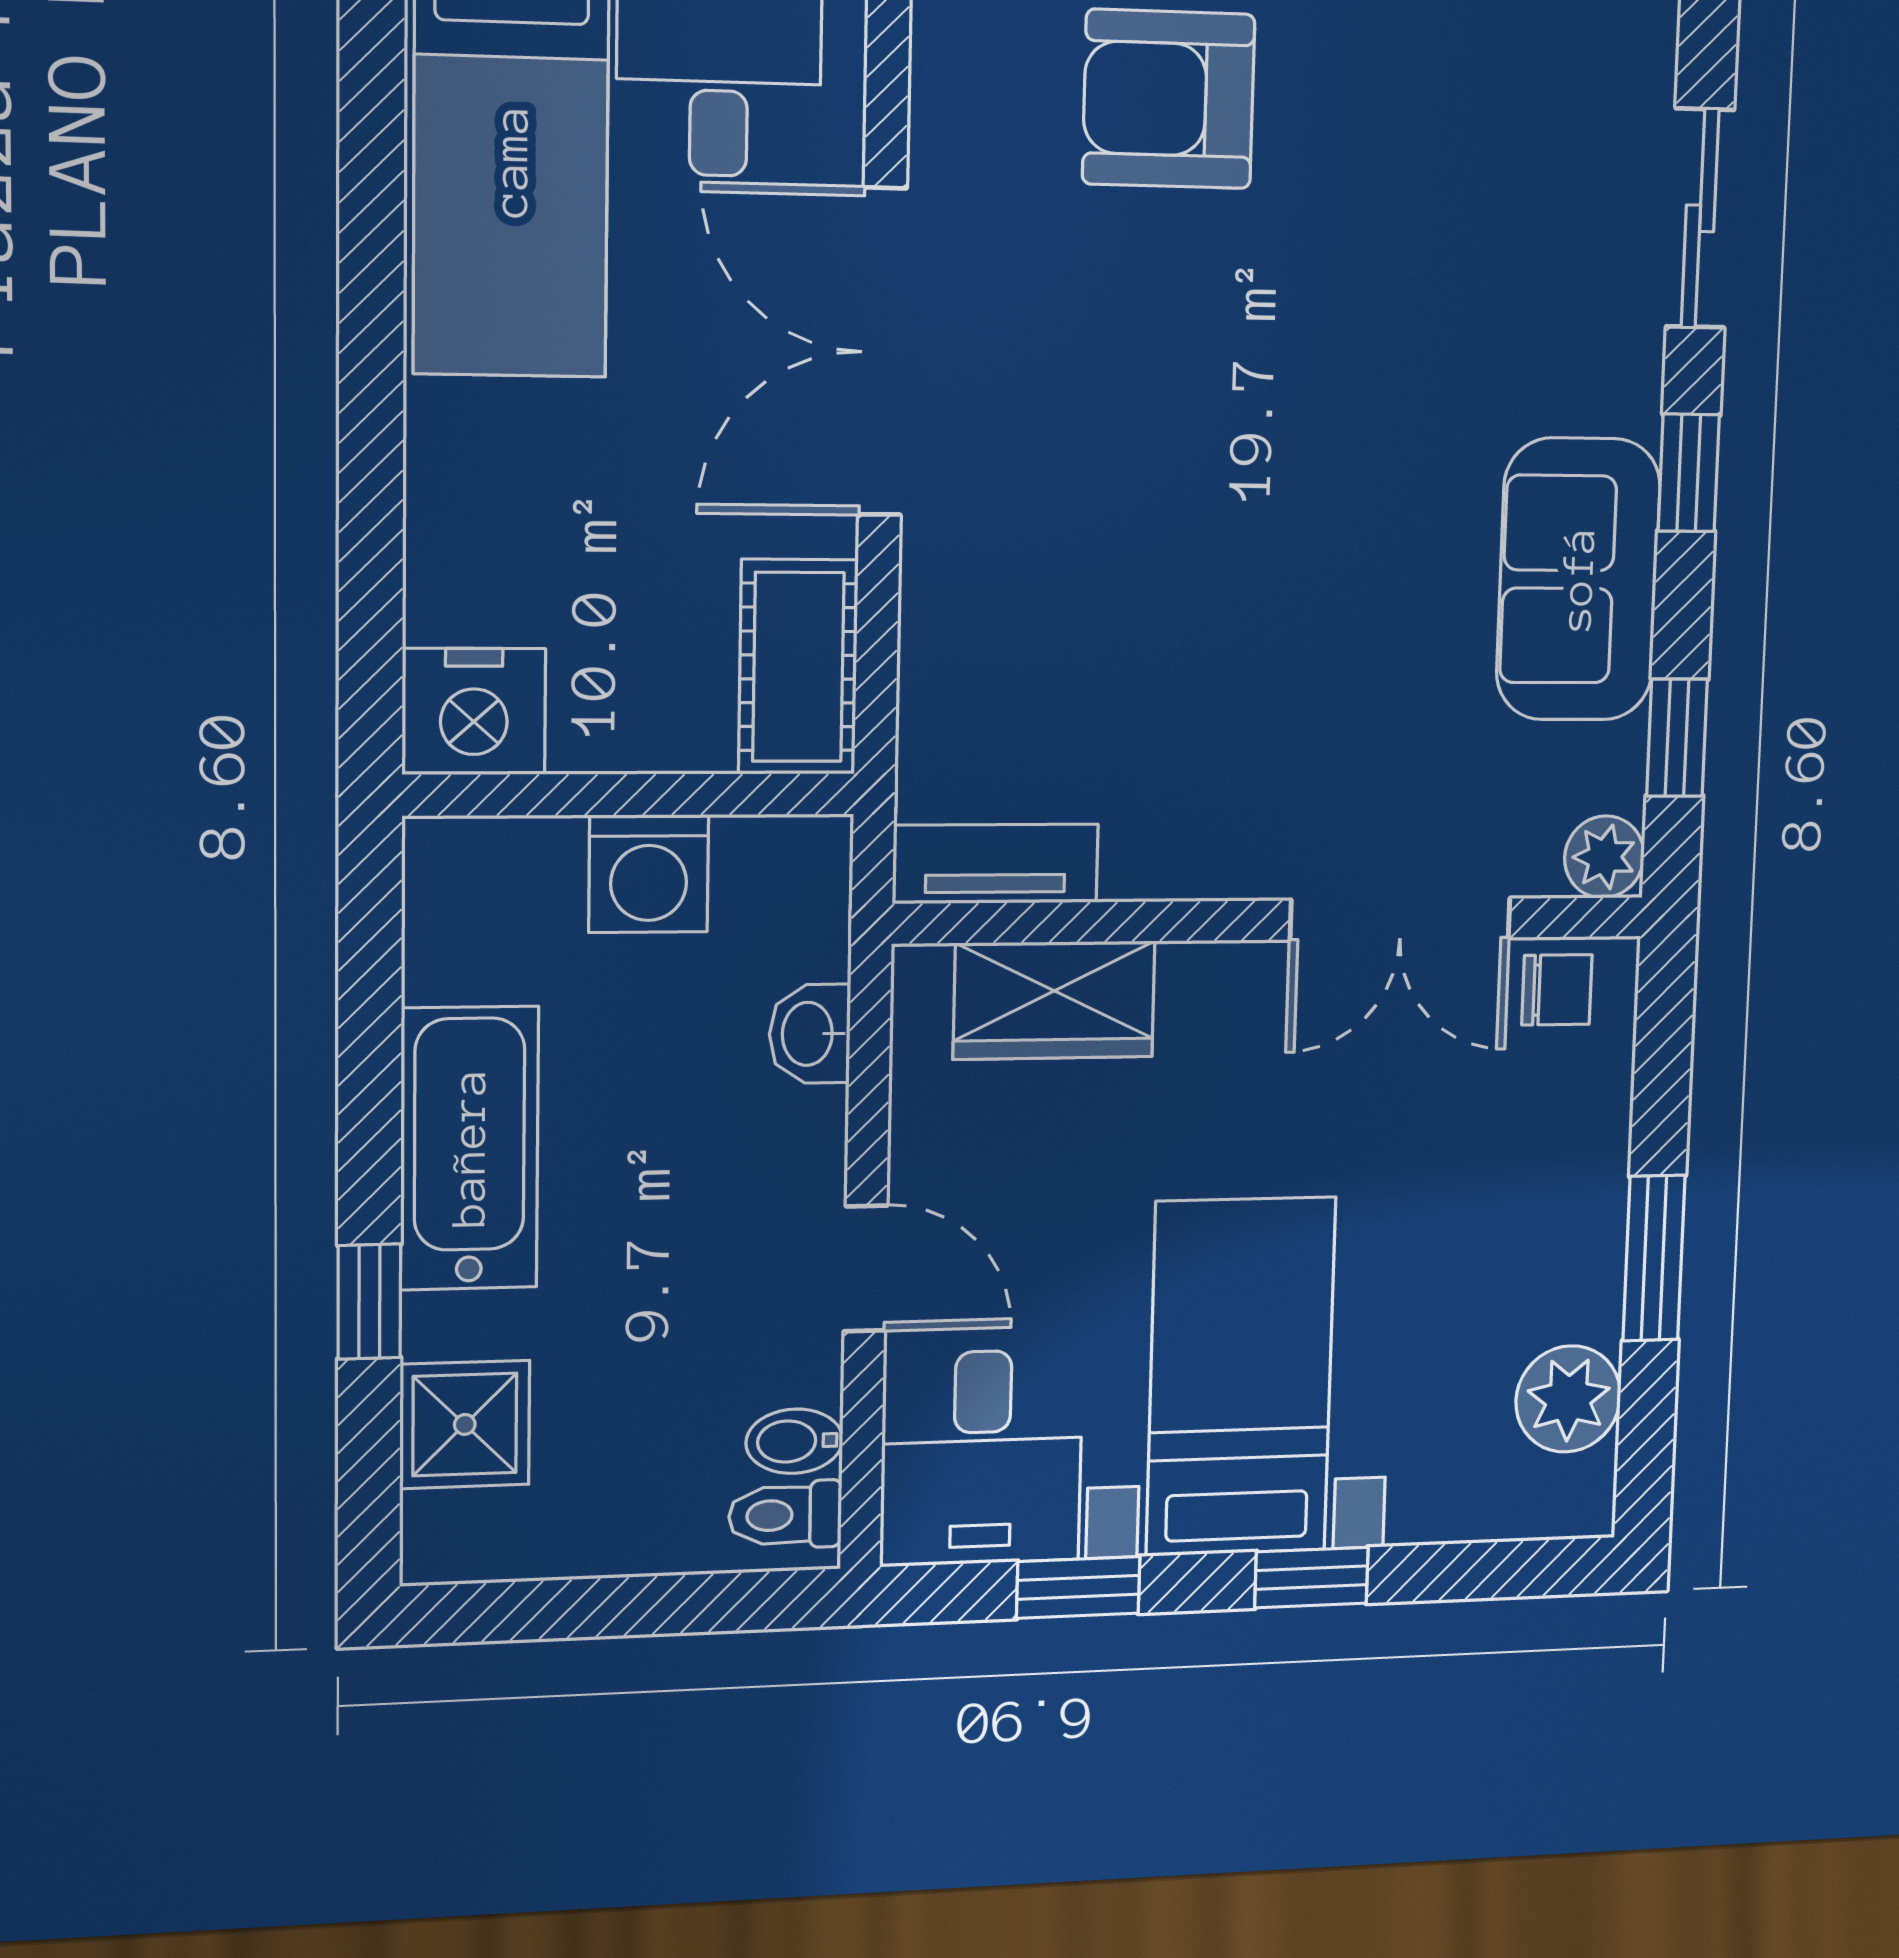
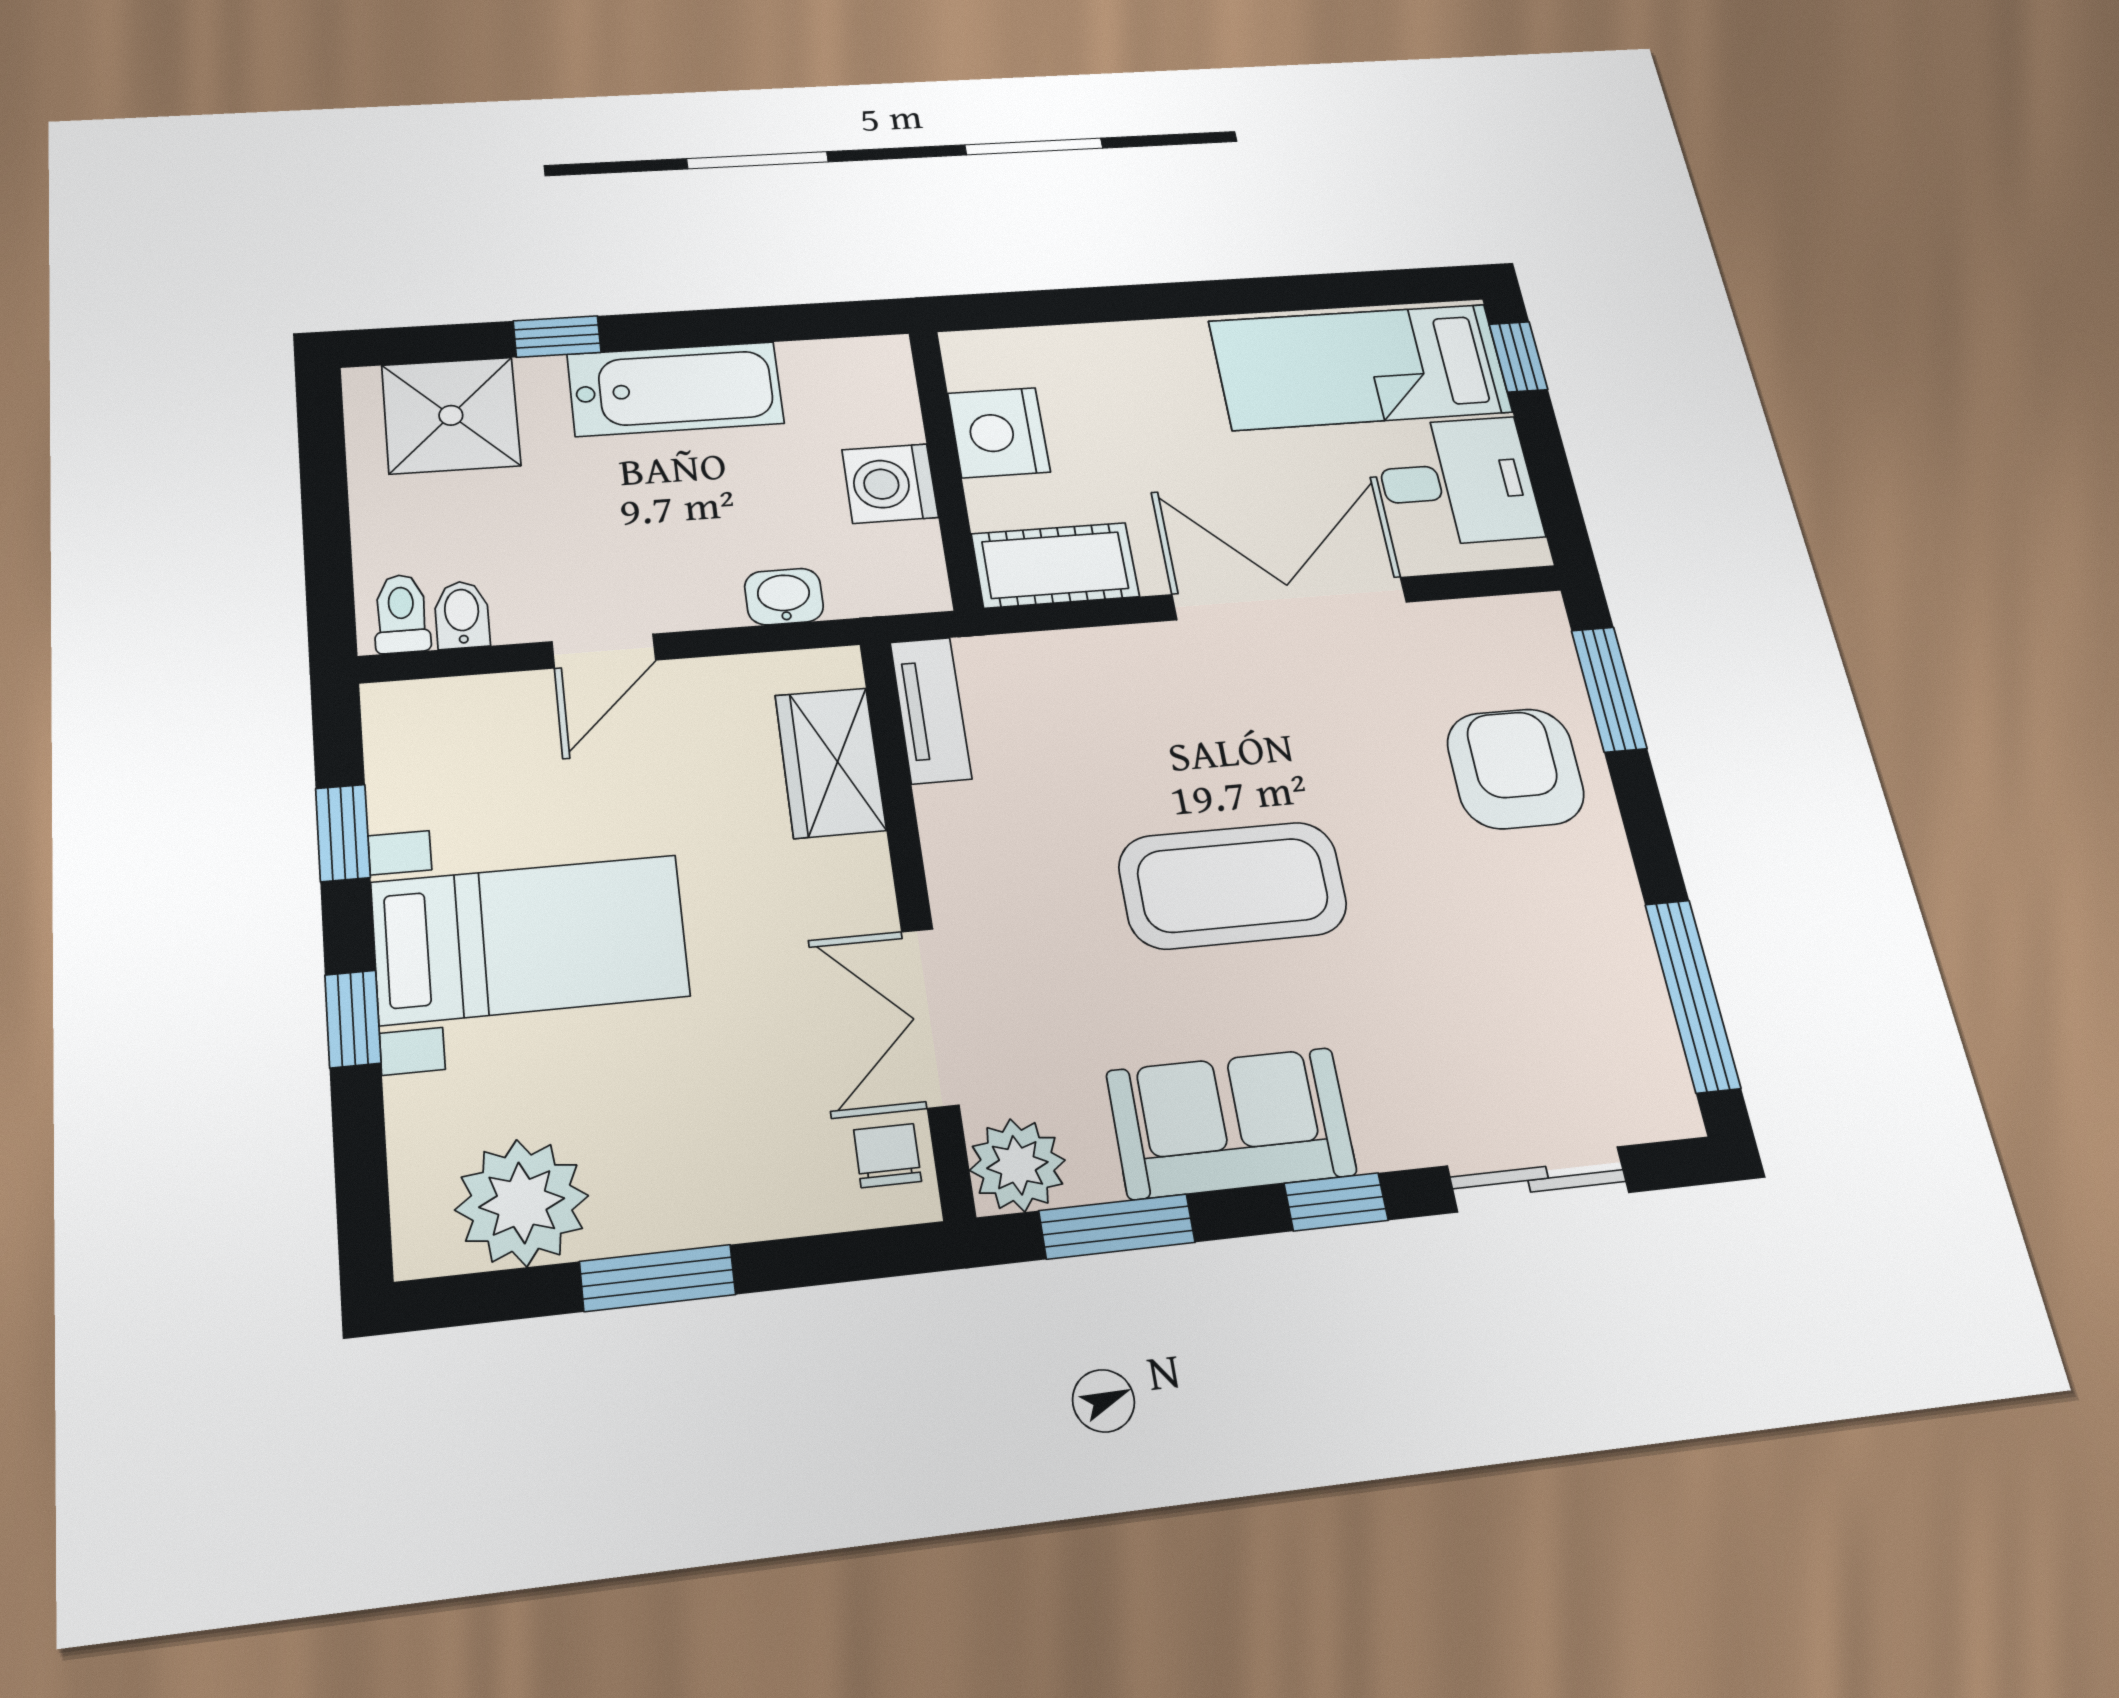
coffee table: (1282, 516) -> (1233, 885), added
nightstand: (474, 712) -> (999, 433), moved
window: (1677, 738) -> (1117, 1226), width x1.50
plant: (1604, 857) -> (1017, 1165), width x1.38, depth x1.38
chair: (1557, 990) -> (887, 1156), turned 180
plant: (1568, 1399) -> (522, 1203), width x1.36, depth x1.36
shower: (465, 1424) -> (451, 415), width x1.36, depth x1.36
desk: (982, 1458) -> (453, 749), removed

